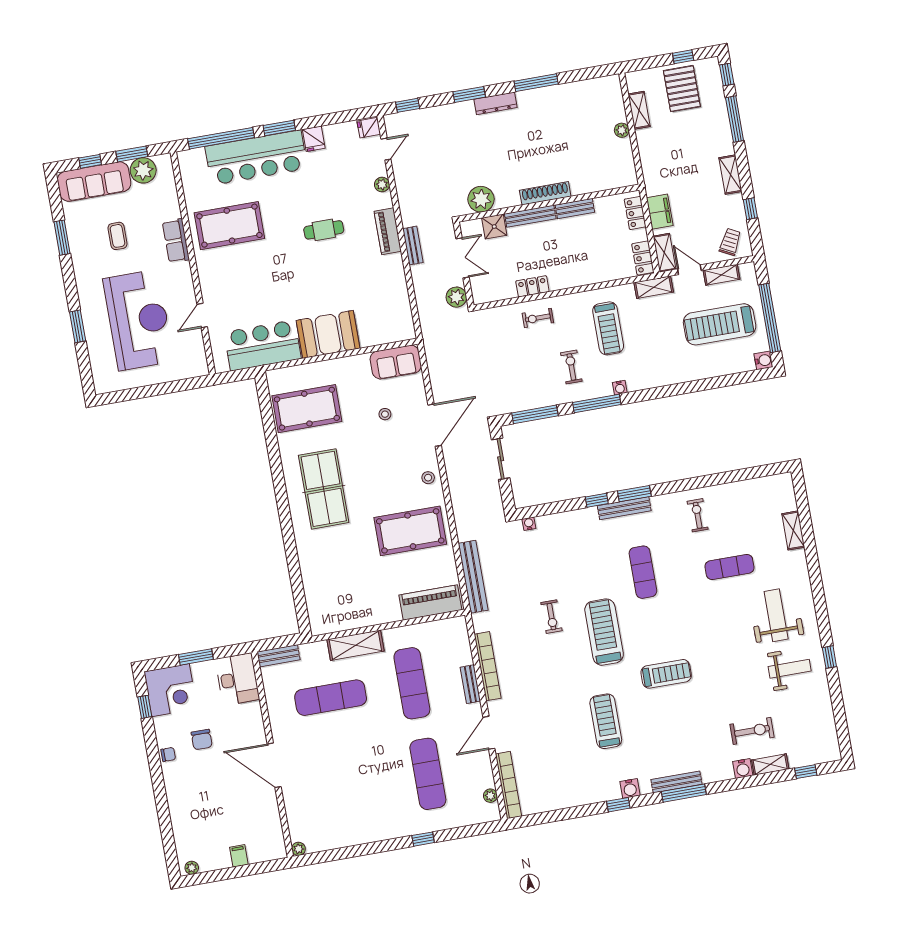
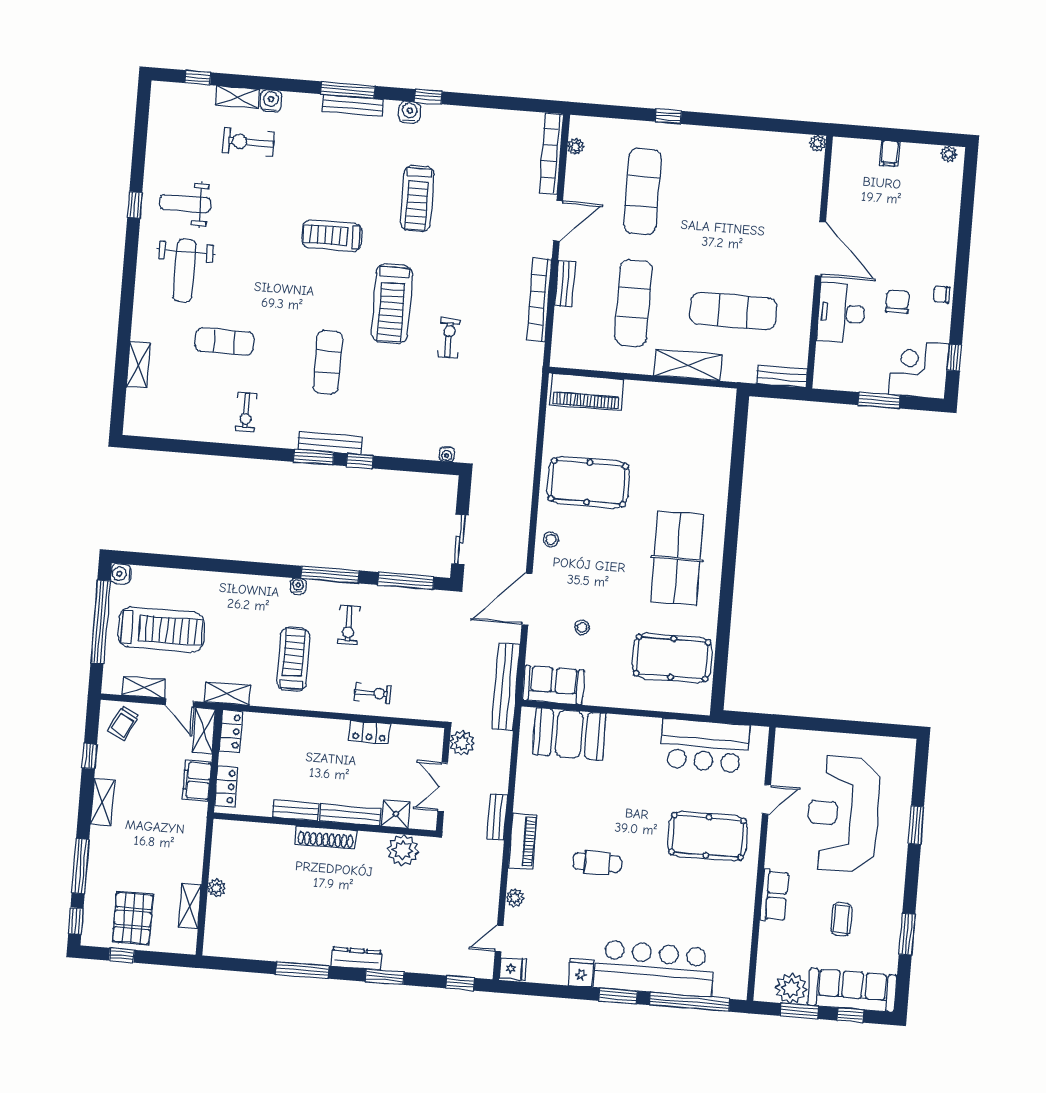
pool table: (229, 226) -> (707, 836), moved
booth: (328, 334) -> (569, 734), moved
bench: (473, 577) -> (506, 687), moved
desk: (237, 679) -> (841, 313), moved

